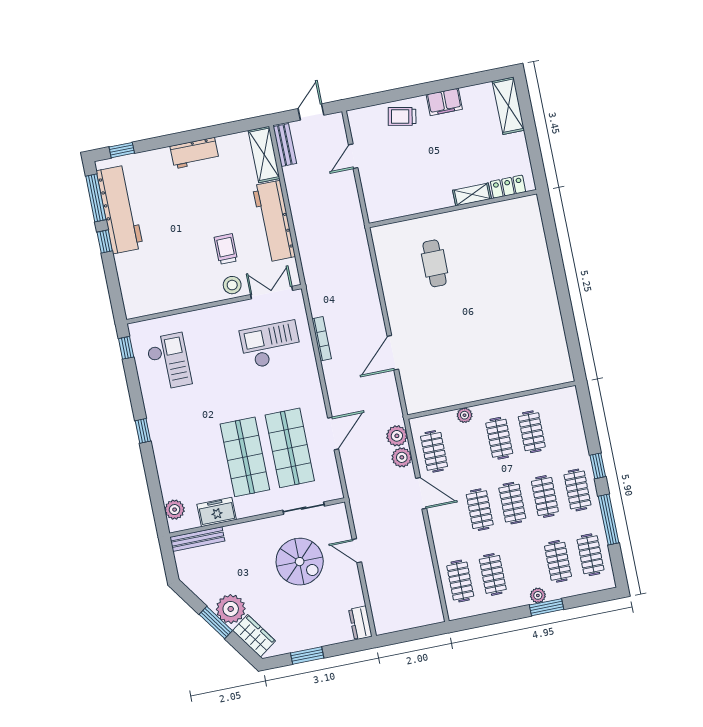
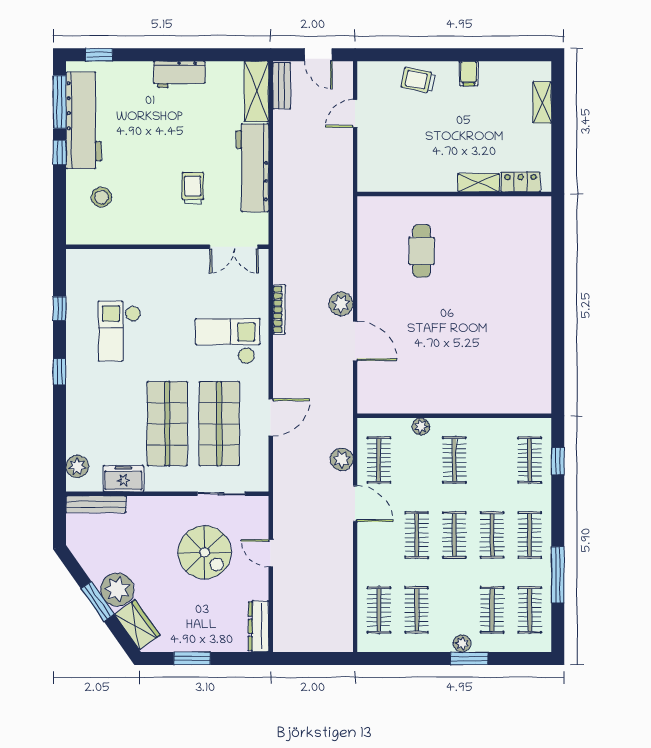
filing cabinet: (444, 102) -> (469, 73), width x0.50
shelving: (508, 106) -> (542, 102), width x0.67, depth x0.75
door: (311, 112) -> (318, 55), swing flipped
stool: (232, 285) -> (101, 197), moved
double door: (272, 293) -> (234, 247), swing flipped
checkout: (271, 345) -> (228, 341), moved
window: (126, 348) -> (60, 308), moved
door: (393, 353) -> (355, 341), swing flipped
checkout: (169, 362) -> (119, 331), moved, turned 180
clothes rail: (532, 432) -> (530, 460), moved
plant: (397, 436) -> (341, 304), moved
window: (598, 466) -> (558, 461), moved
dresser: (360, 623) -> (258, 626), width x1.44

